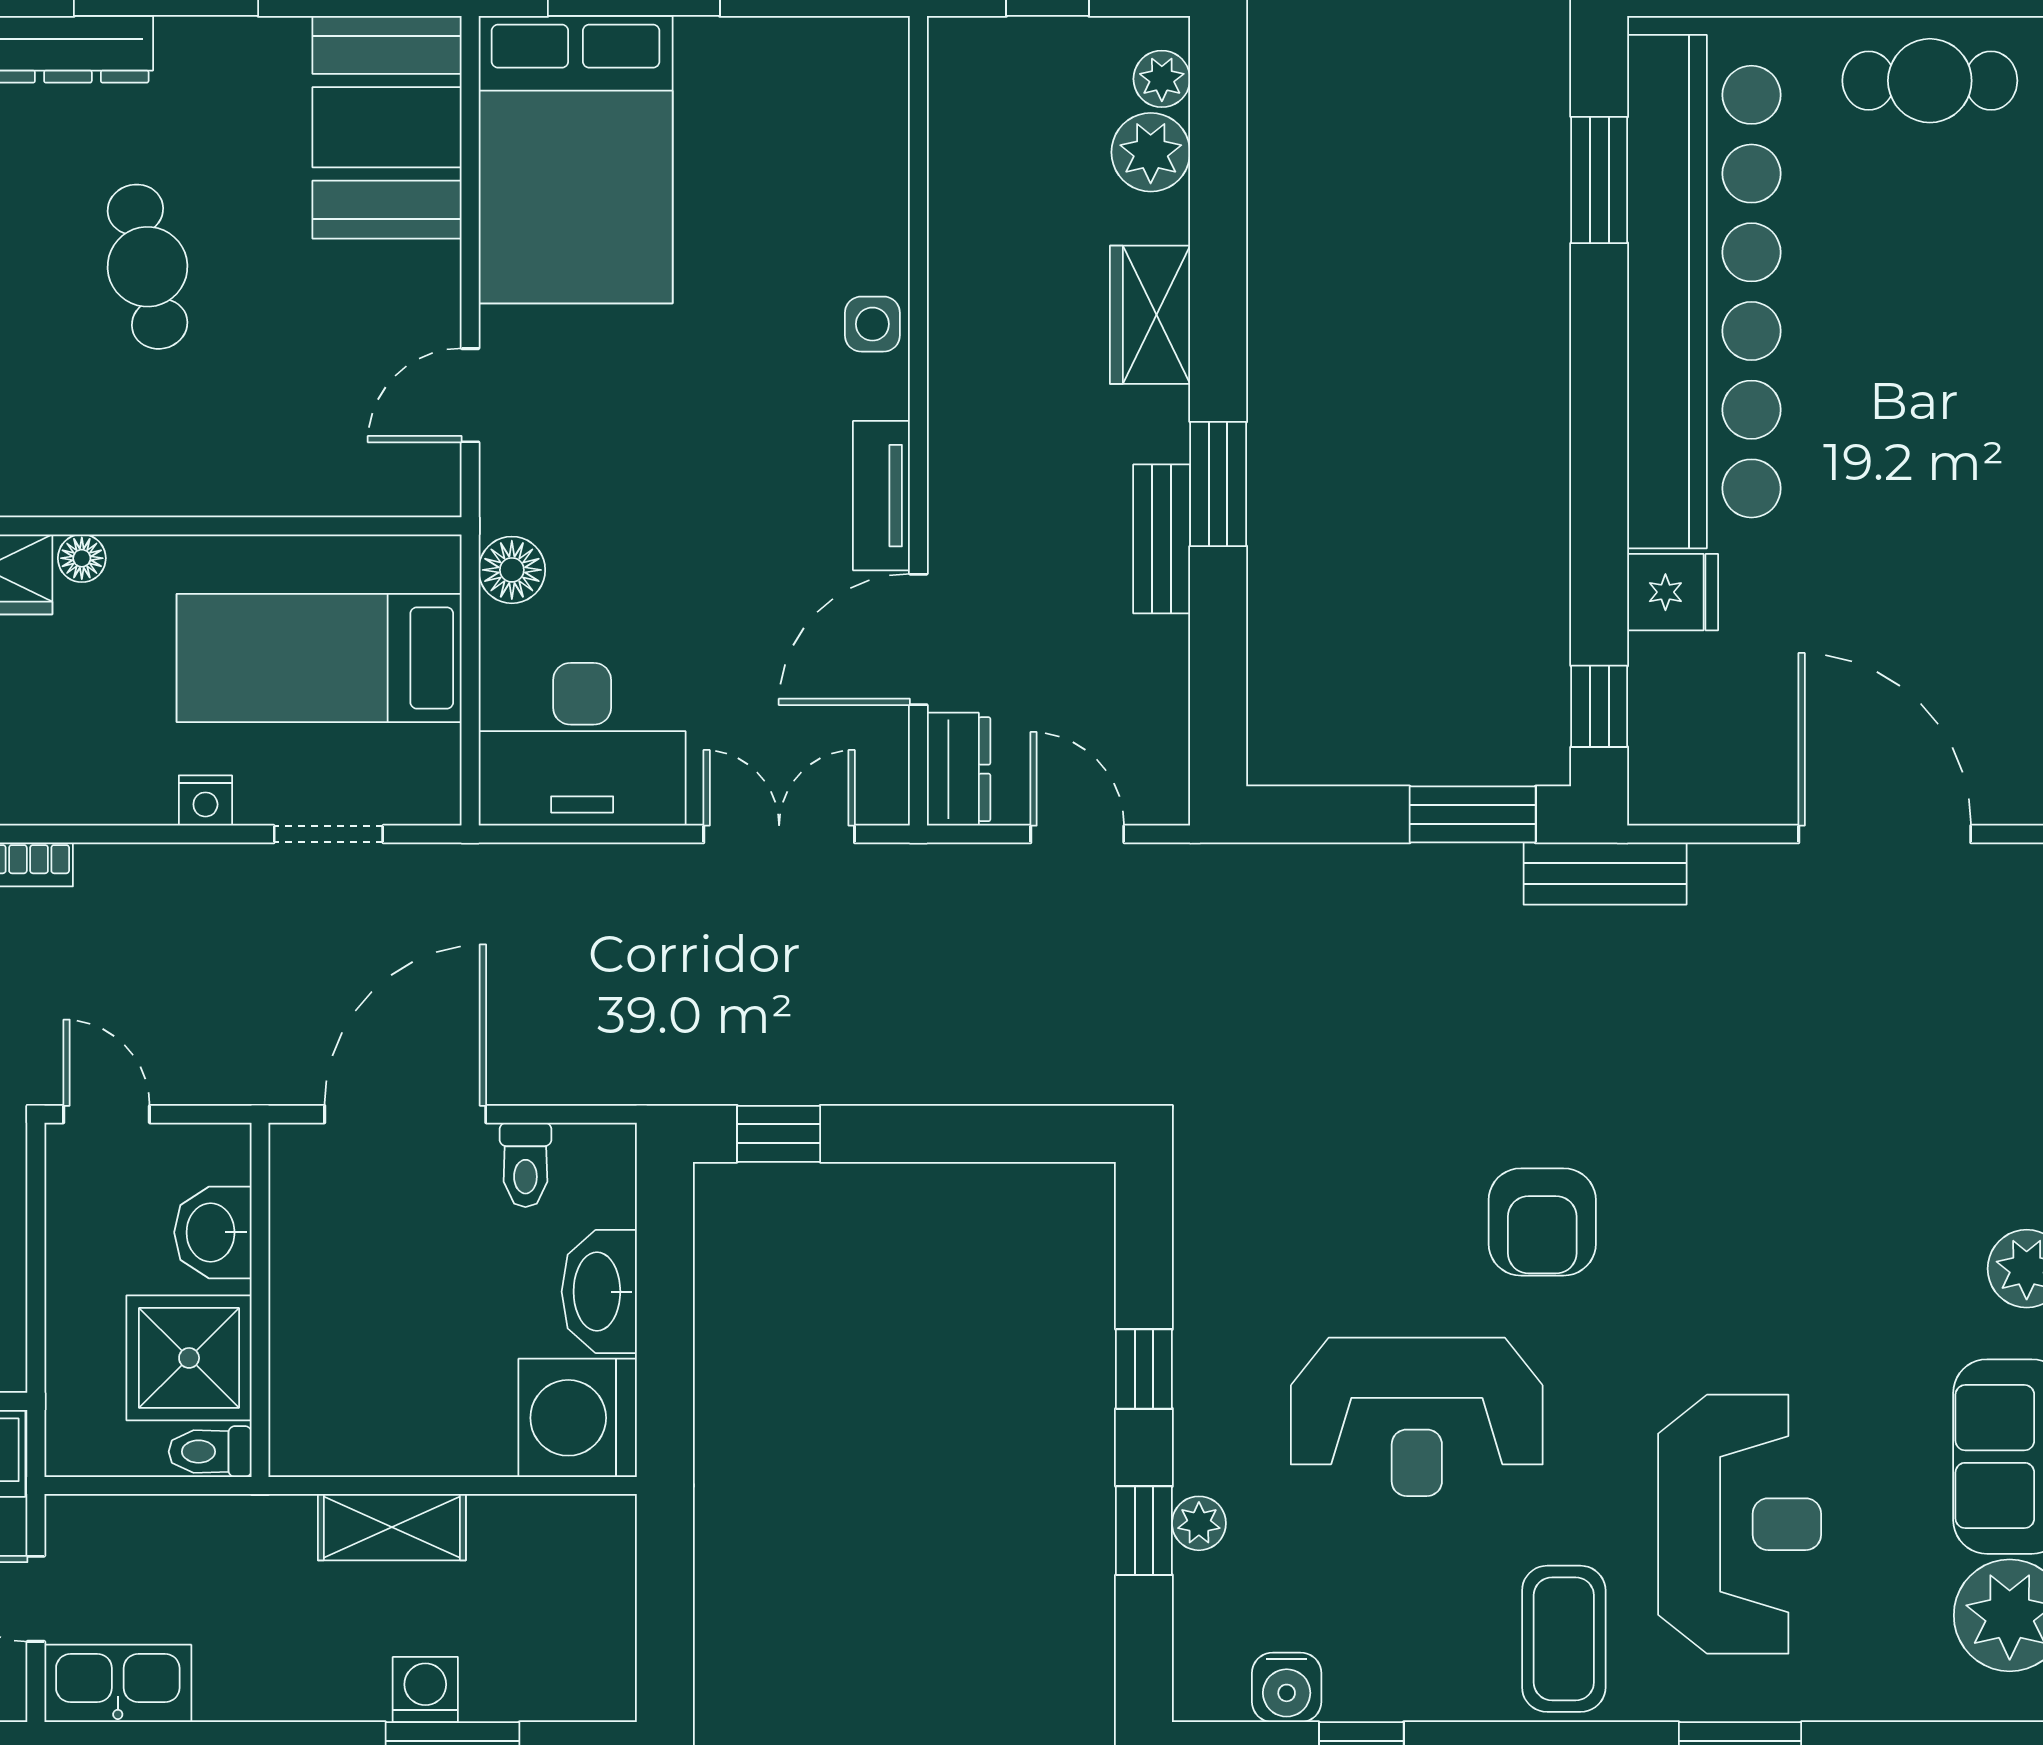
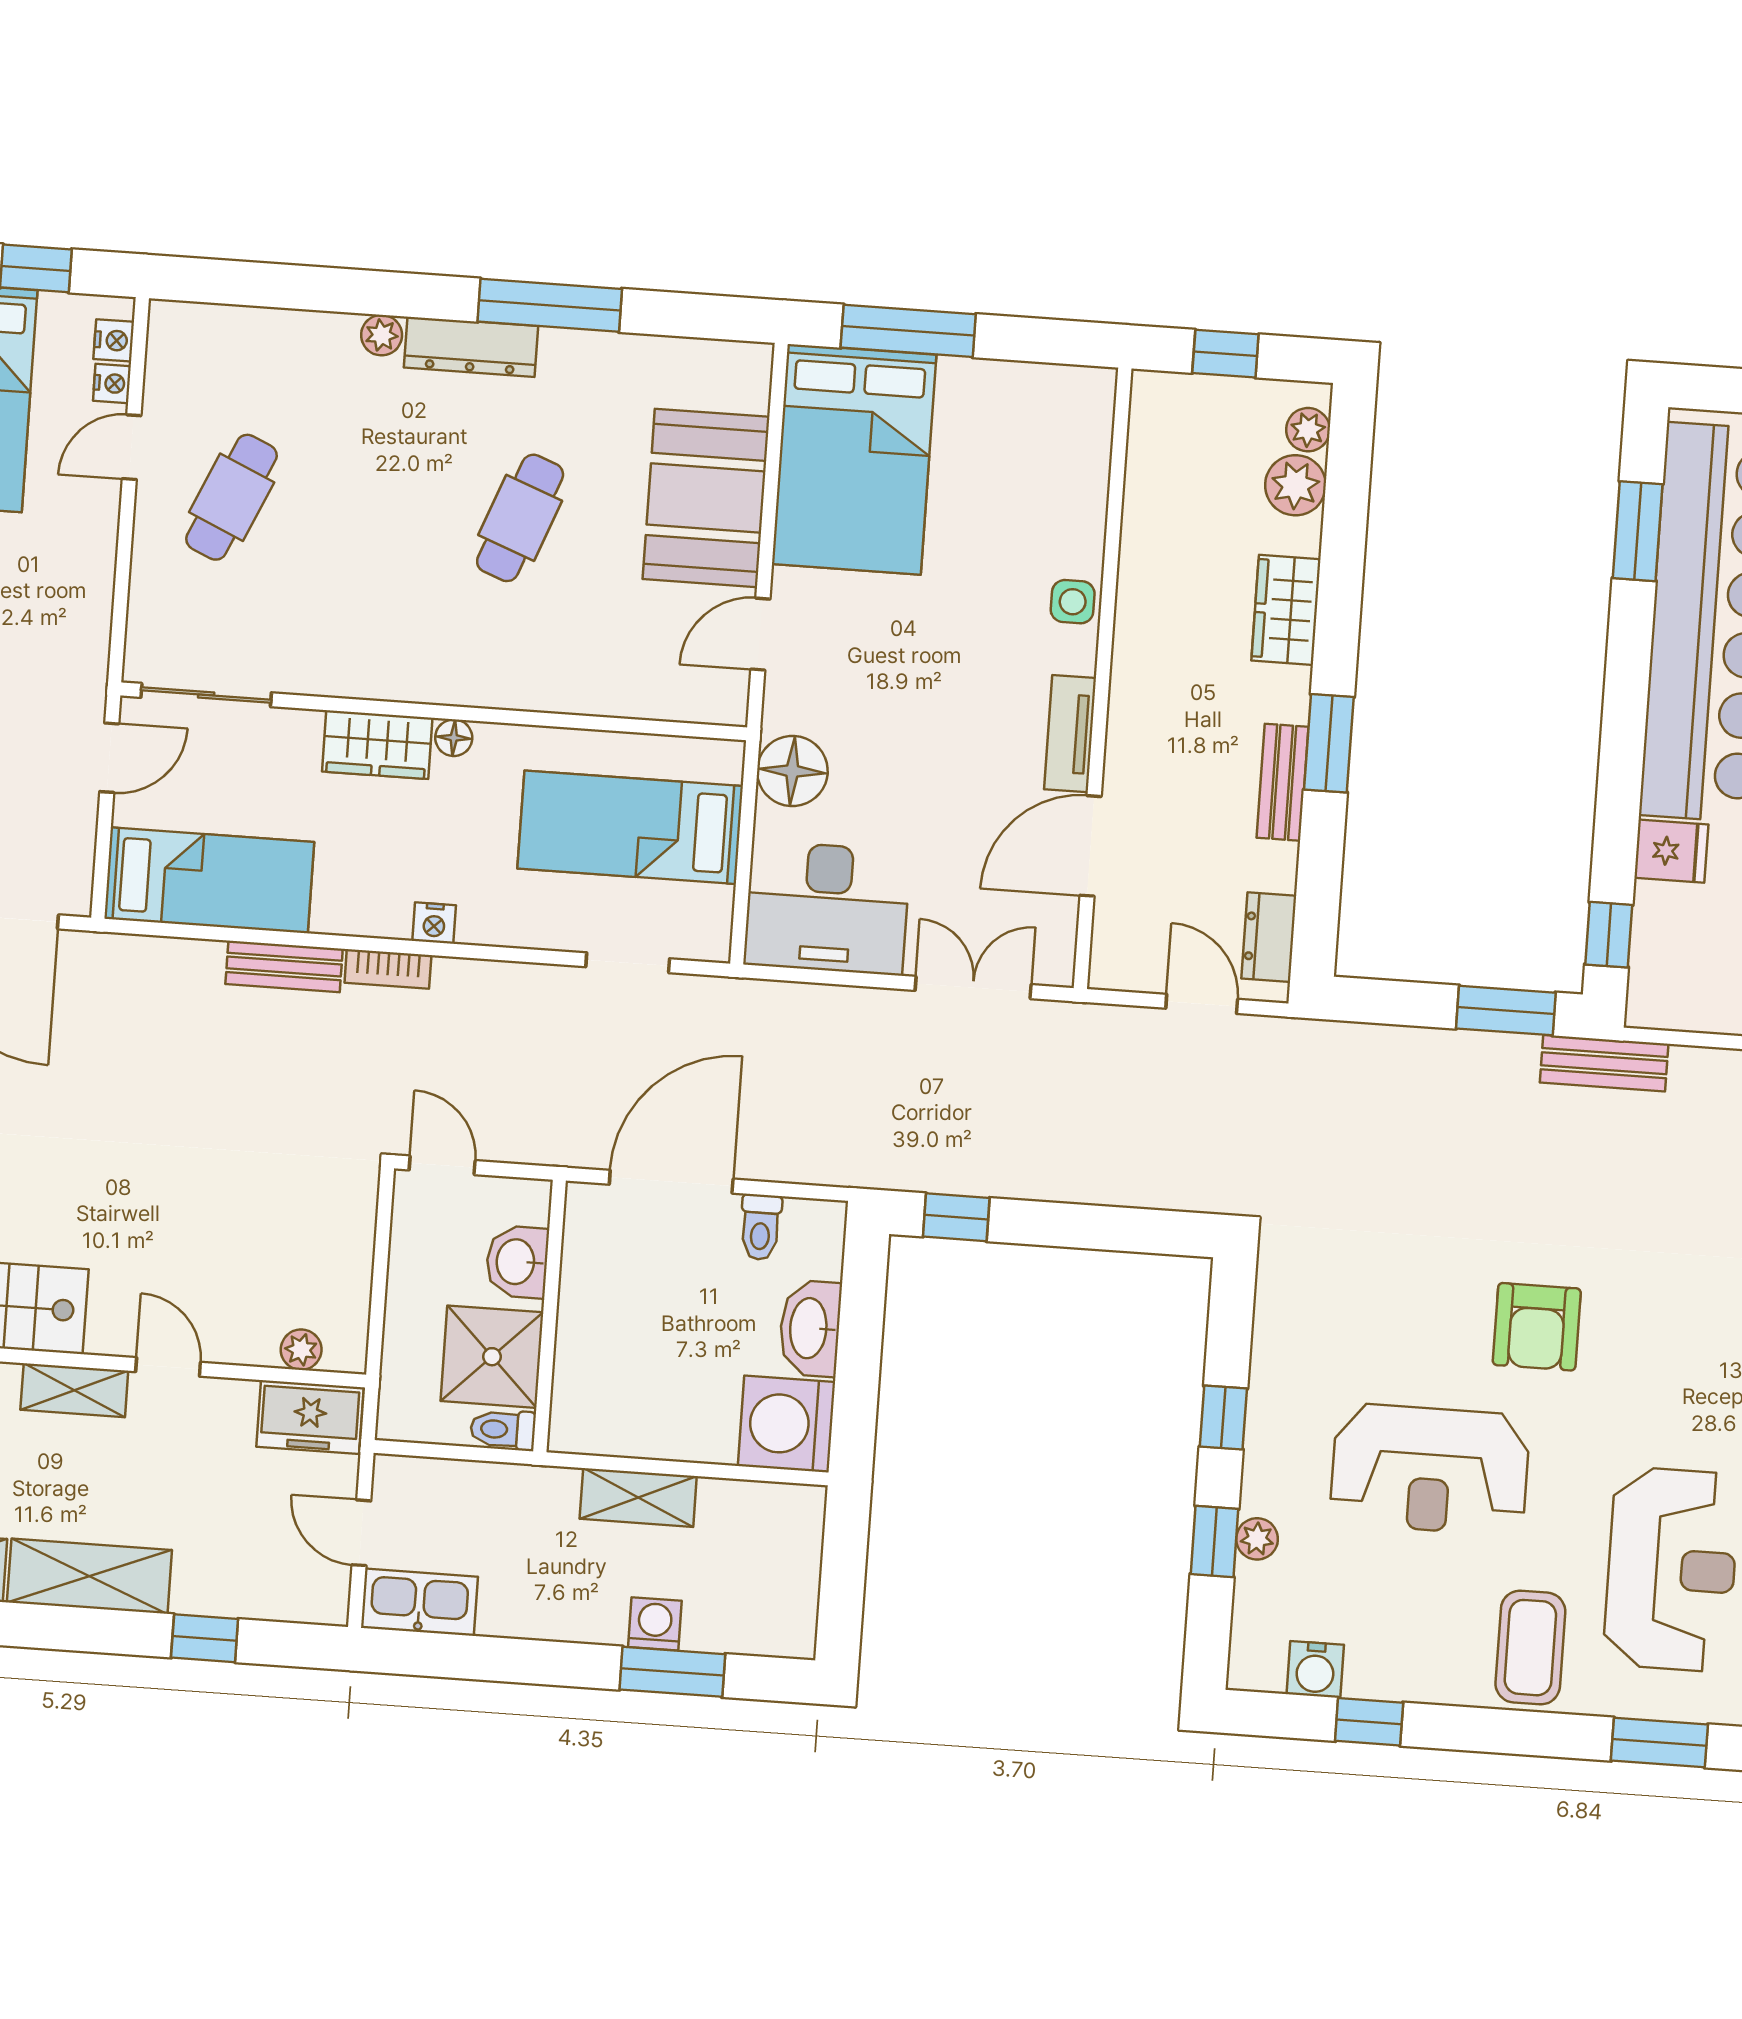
booth: (387, 127) -> (706, 498), moved
cafe table: (147, 267) -> (520, 518), turned 33
floor lamp: (512, 570) -> (792, 771), width x1.38, depth x1.38
dresser: (959, 769) -> (1269, 937), moved, turned 180
nightstand: (205, 800) -> (434, 923), moved

